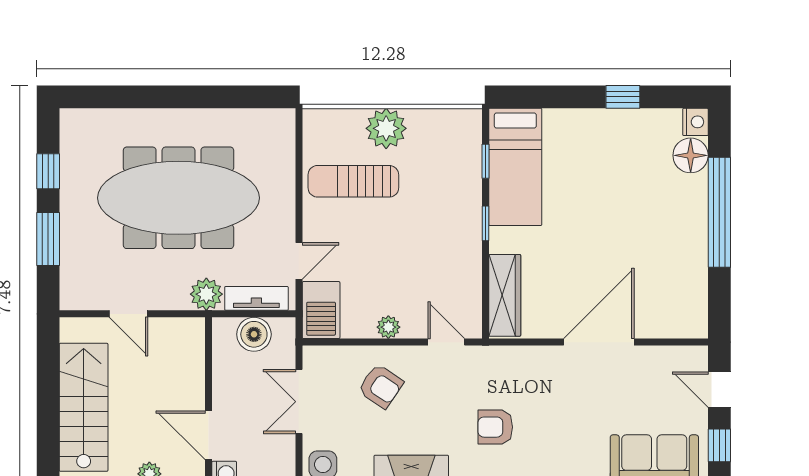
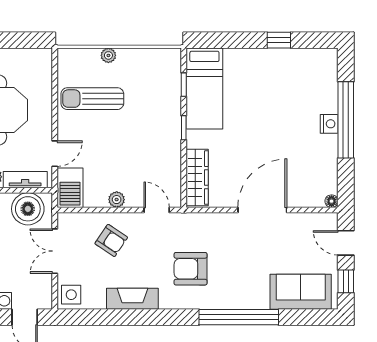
nightstand: (695, 122) -> (329, 124), moved
plant: (386, 128) -> (108, 55), width x0.53, depth x0.53
floor lamp: (691, 155) -> (332, 201), moved, width x0.53, depth x0.53
boiler: (254, 334) -> (28, 209), width x1.37, depth x1.37
armchair: (495, 427) -> (191, 269), width x1.38, depth x1.38

